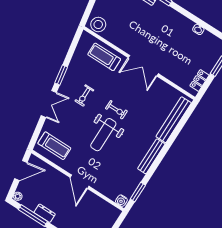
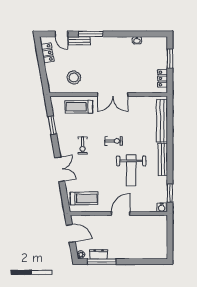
stool: (98, 25) -> (74, 77), moved
window: (61, 75) -> (52, 125), moved
weight bench: (103, 135) -> (131, 170), moved
door: (21, 171) -> (71, 233), hinge flipped
door: (79, 182) -> (121, 213), swing flipped
dresser: (45, 213) -> (99, 254), moved

